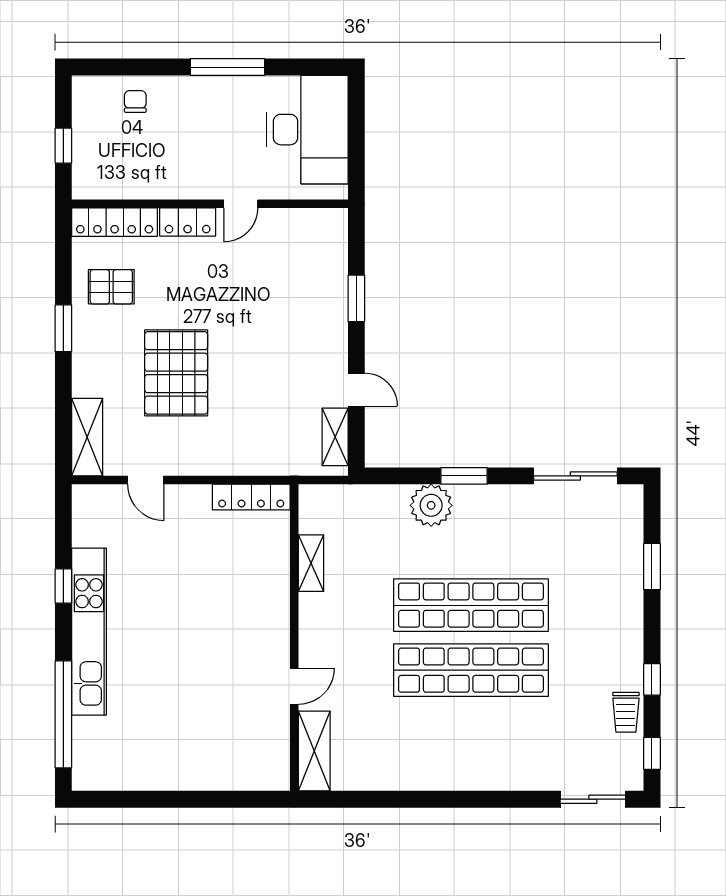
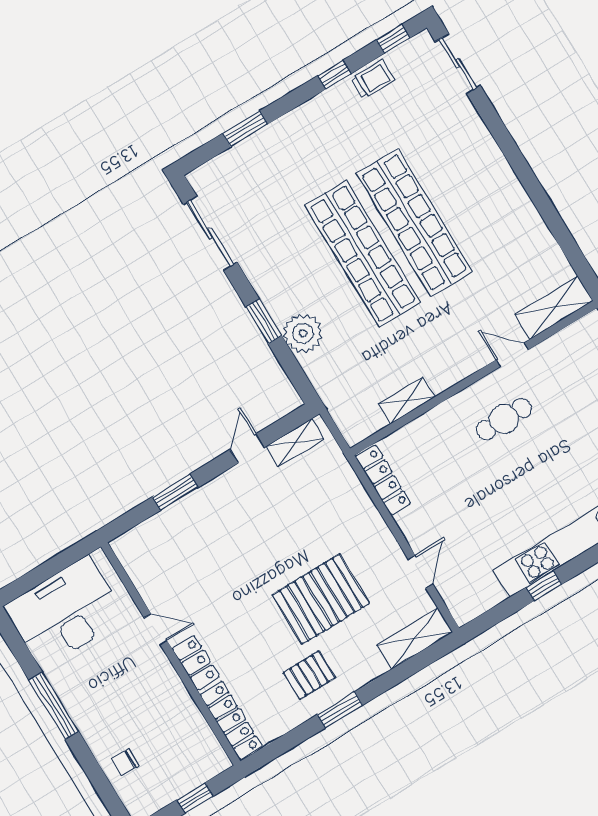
pallet: (111, 287) -> (309, 675), moved, turned 90
cafe table: (240, 643) -> (504, 419), added

